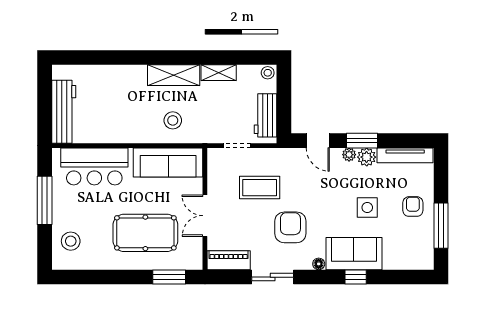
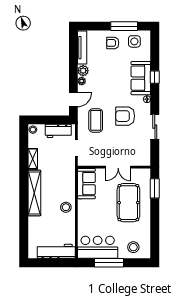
shelving: (174, 75) -> (34, 193), width x1.47
stool: (173, 120) -> (66, 207), moved
window: (362, 141) -> (73, 73), removed
sofa: (168, 163) -> (86, 184), width x0.73
bar counter: (94, 166) -> (98, 247), moved, turned -90
coffee table: (260, 188) -> (96, 120), moved
side table: (367, 208) -> (134, 41), moved
piano: (229, 260) -> (145, 153), removed

